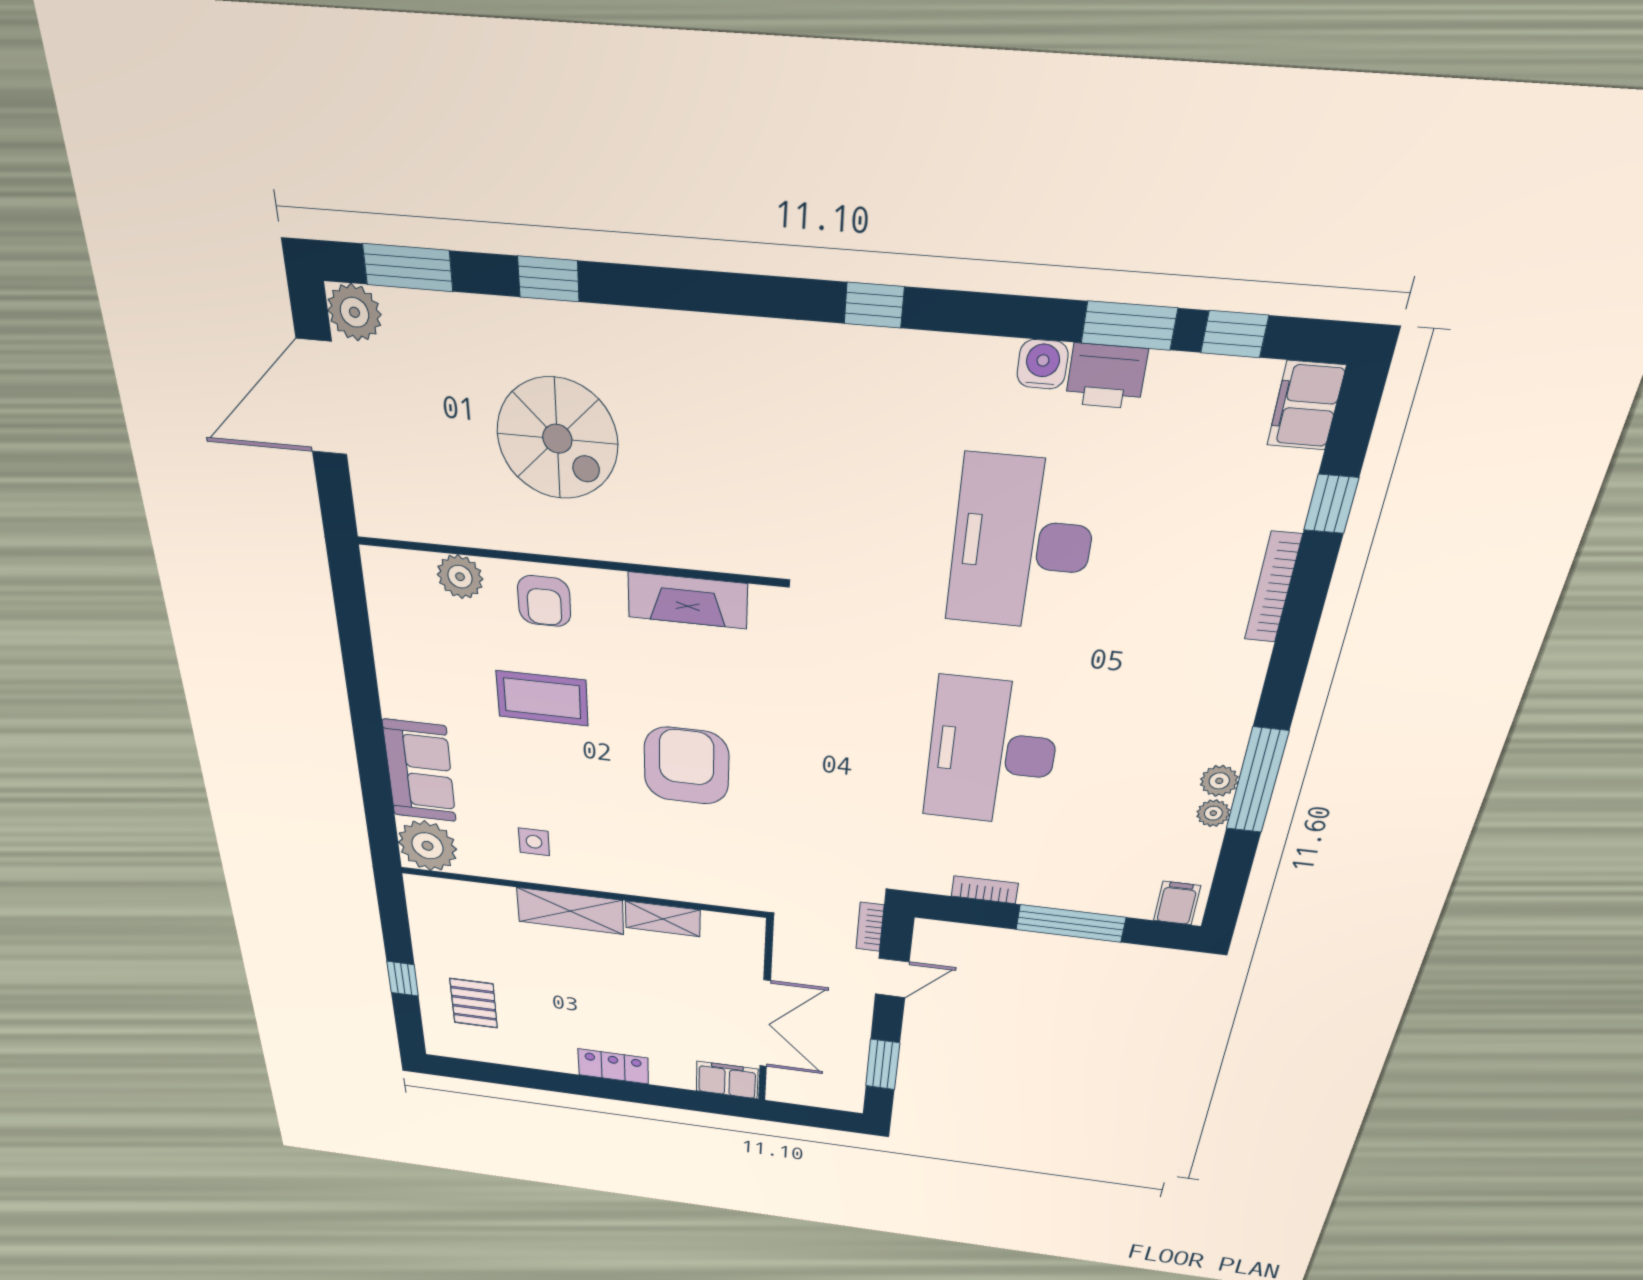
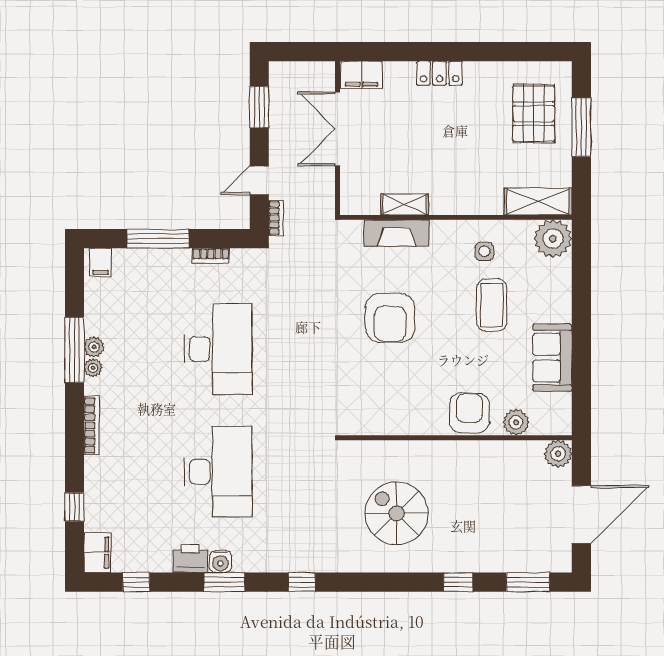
plant: (354, 312) -> (558, 454), moved
window: (1129, 326) -> (224, 582), moved
spiral stairs: (557, 439) -> (397, 513), moved
bookcase: (1273, 587) -> (92, 425), moved
fireplace: (688, 600) -> (396, 233), moved, turned 180
armchair: (544, 601) -> (469, 413), width x1.38, depth x1.38
coffee table: (542, 698) -> (492, 305), moved, turned 90
sofa: (420, 771) -> (552, 358), moved
plant: (1213, 813) -> (93, 368), moved
shelving: (570, 911) -> (538, 201), moved
window: (403, 979) -> (581, 127), width x2.17
pallet: (474, 1003) -> (534, 114), width x1.50, depth x1.42

